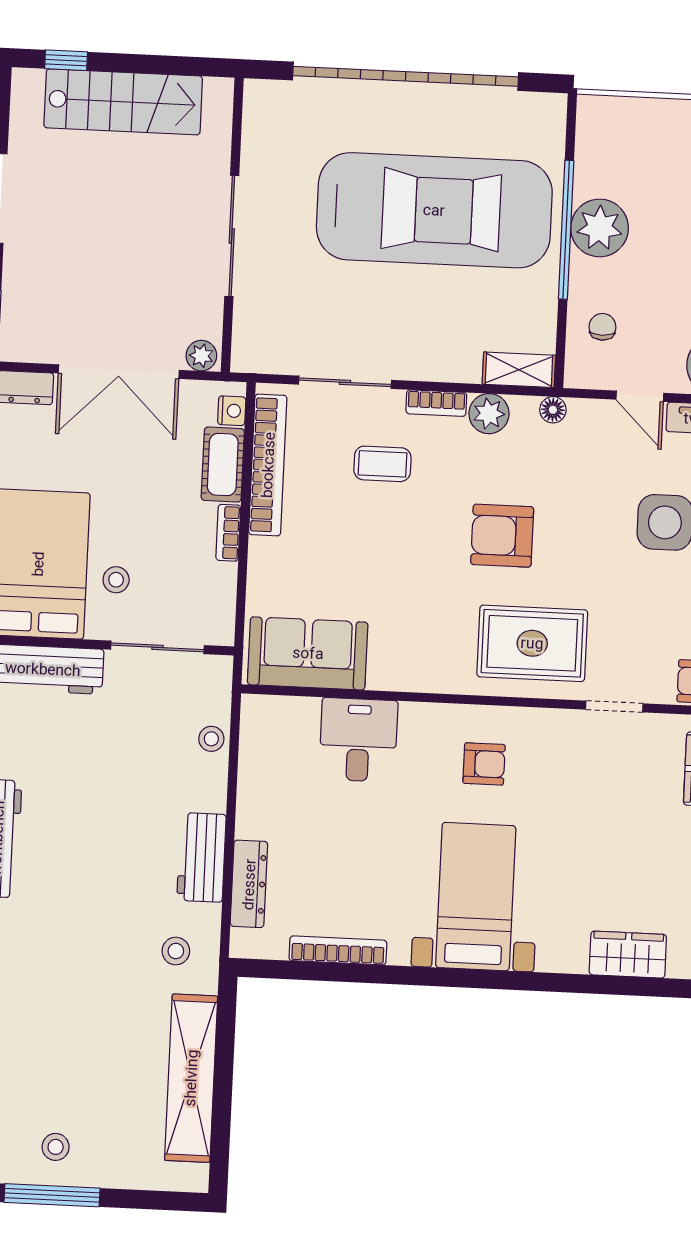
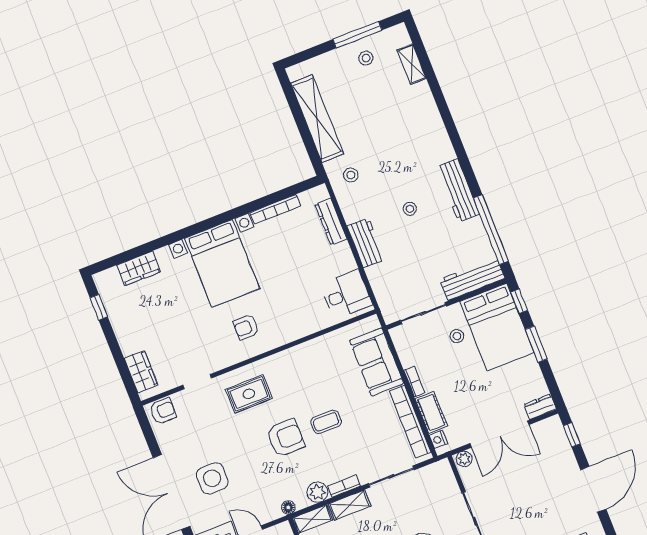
shelving: (442, 365) -> (350, 505), added
double door: (119, 372) -> (499, 434), swing flipped
coffee table: (382, 464) -> (326, 422), moved
rug: (532, 643) -> (249, 394), width x0.73, depth x0.70
sofa: (308, 653) -> (377, 362), moved, turned 90
stool: (211, 739) -> (410, 209), moved
desk: (358, 740) -> (346, 294), moved, turned -90
workbench: (201, 857) -> (366, 243), moved
bed with nightstands: (476, 897) -> (222, 263), width x1.36

